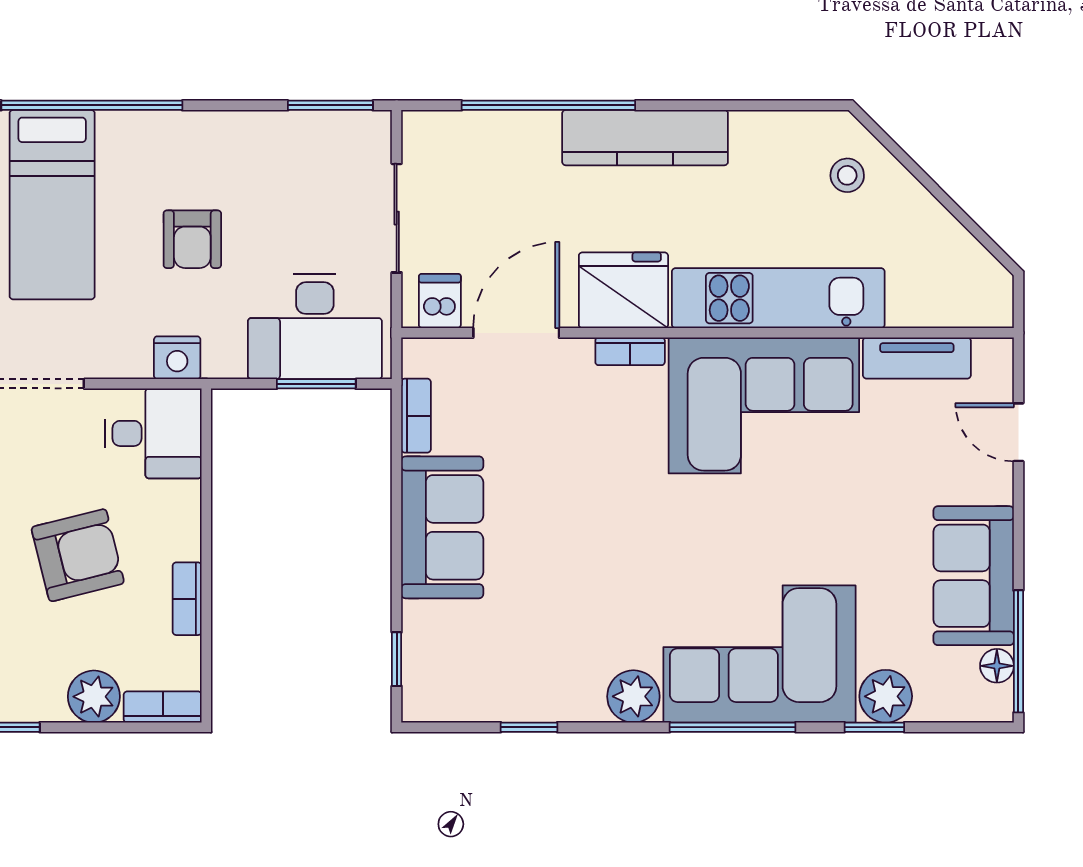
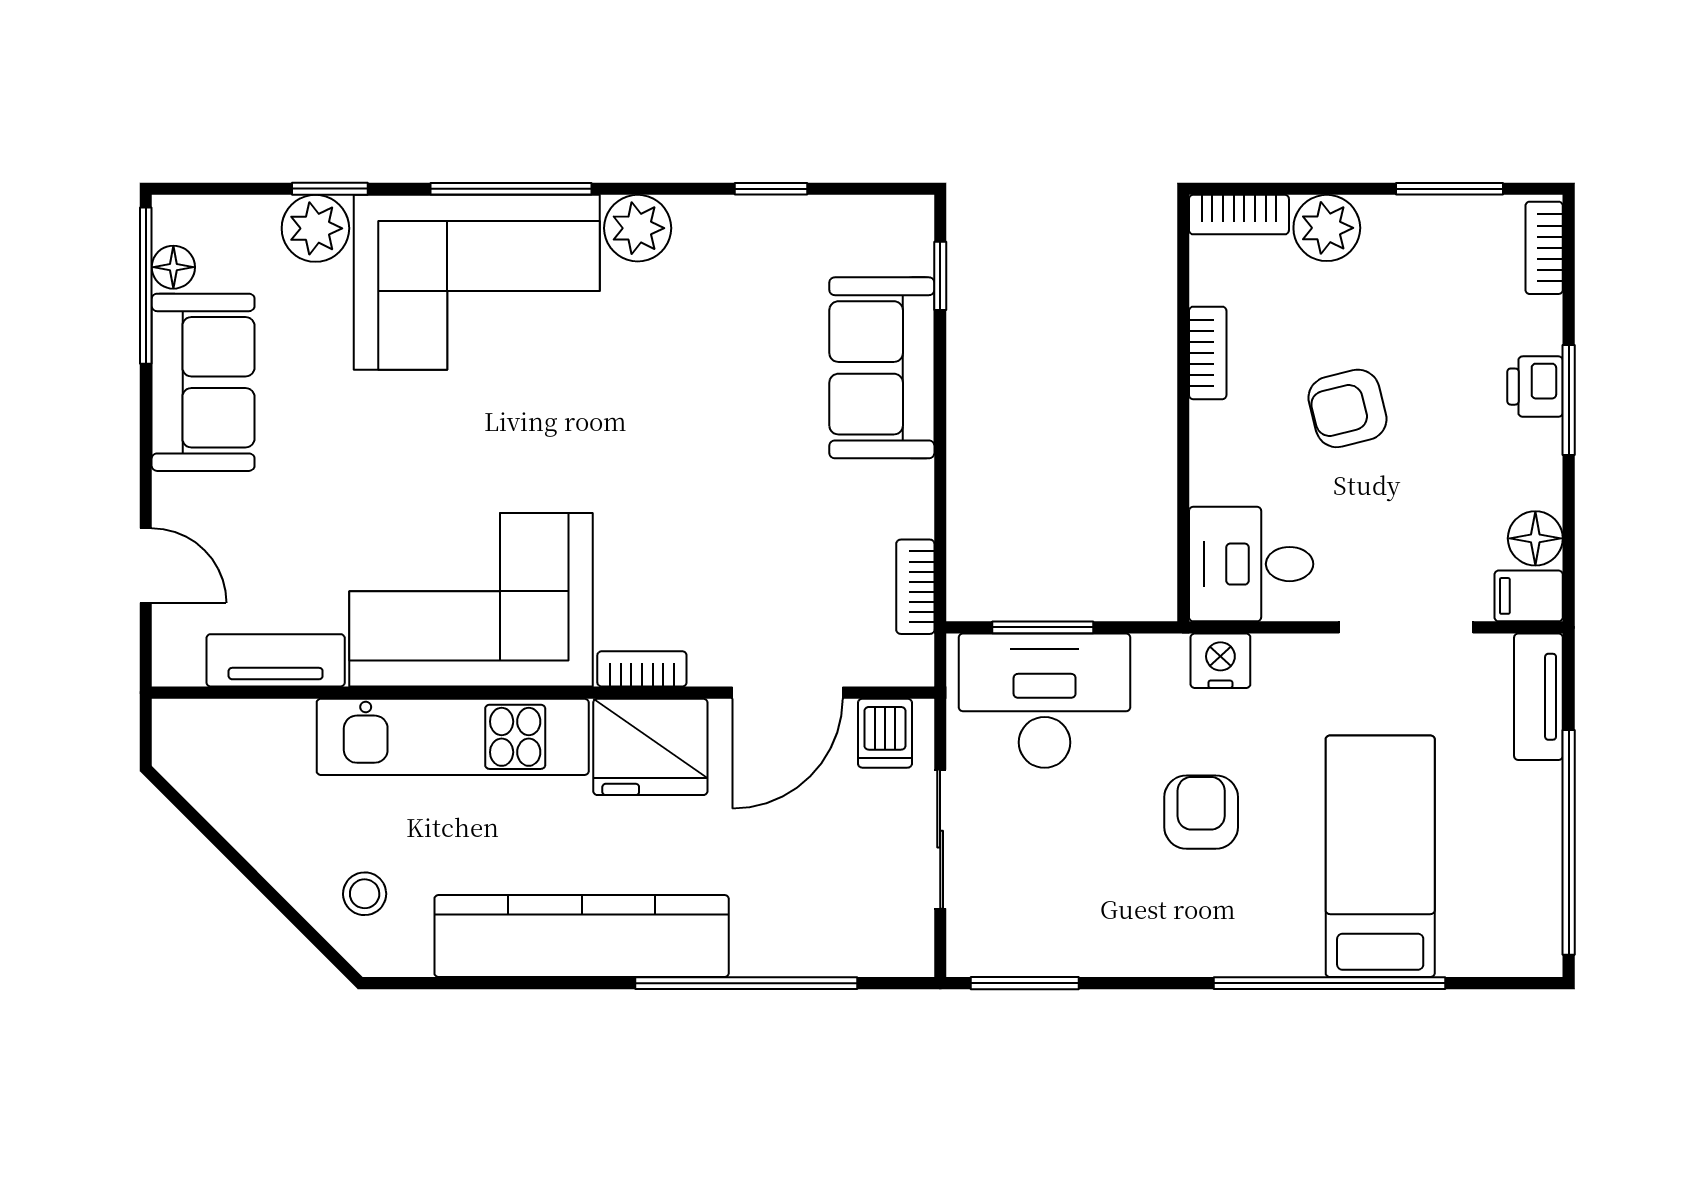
kitchen counter: (645, 138) -> (582, 936), width x1.39, depth x1.17
sofa: (442, 527) -> (882, 368), moved
armchair: (78, 555) -> (1347, 408), width x0.72, depth x0.72

